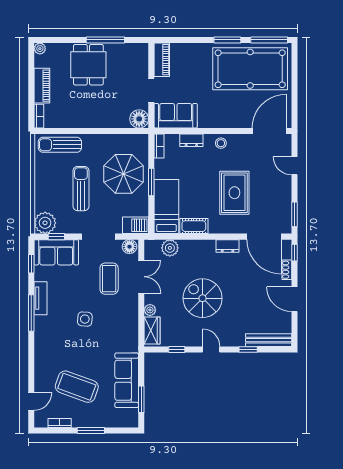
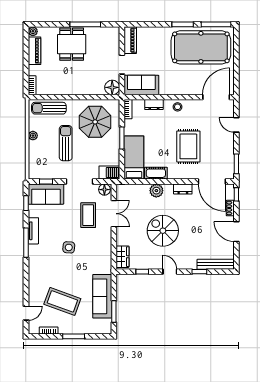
piano: (42, 86) -> (35, 51), moved
parasol: (124, 174) -> (95, 122), moved
plant: (45, 223) -> (33, 136), moved, width x0.53, depth x0.53
plant: (170, 248) -> (156, 191), moved
plant: (150, 310) -> (121, 240), removed

